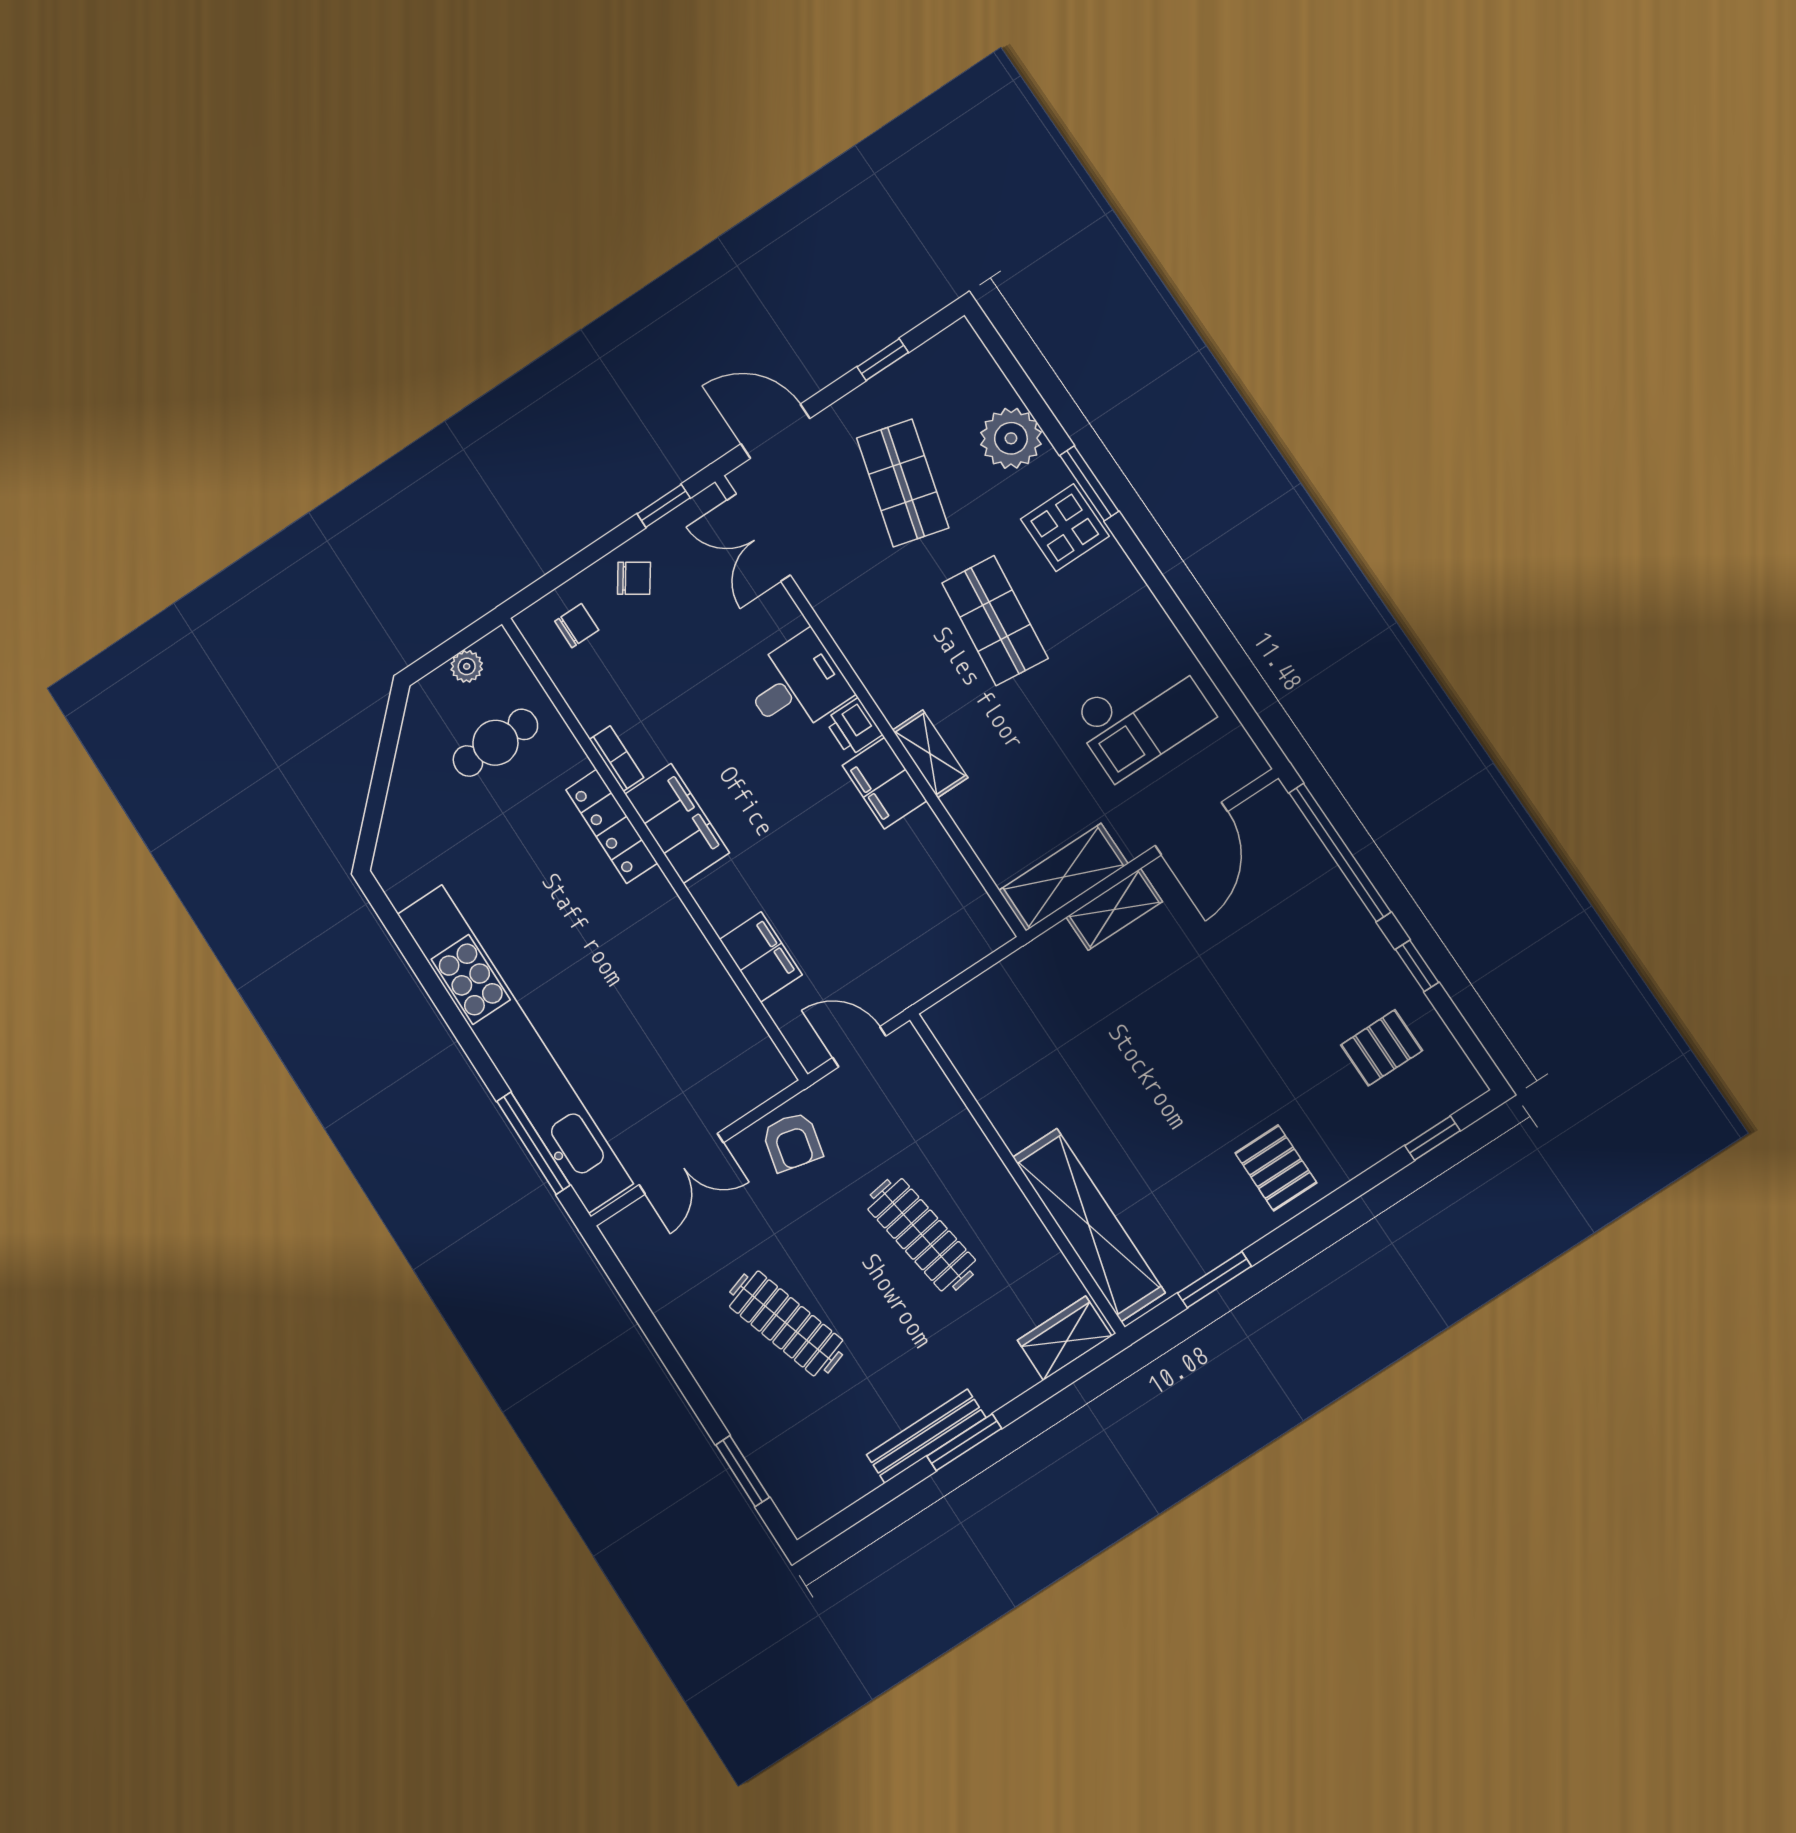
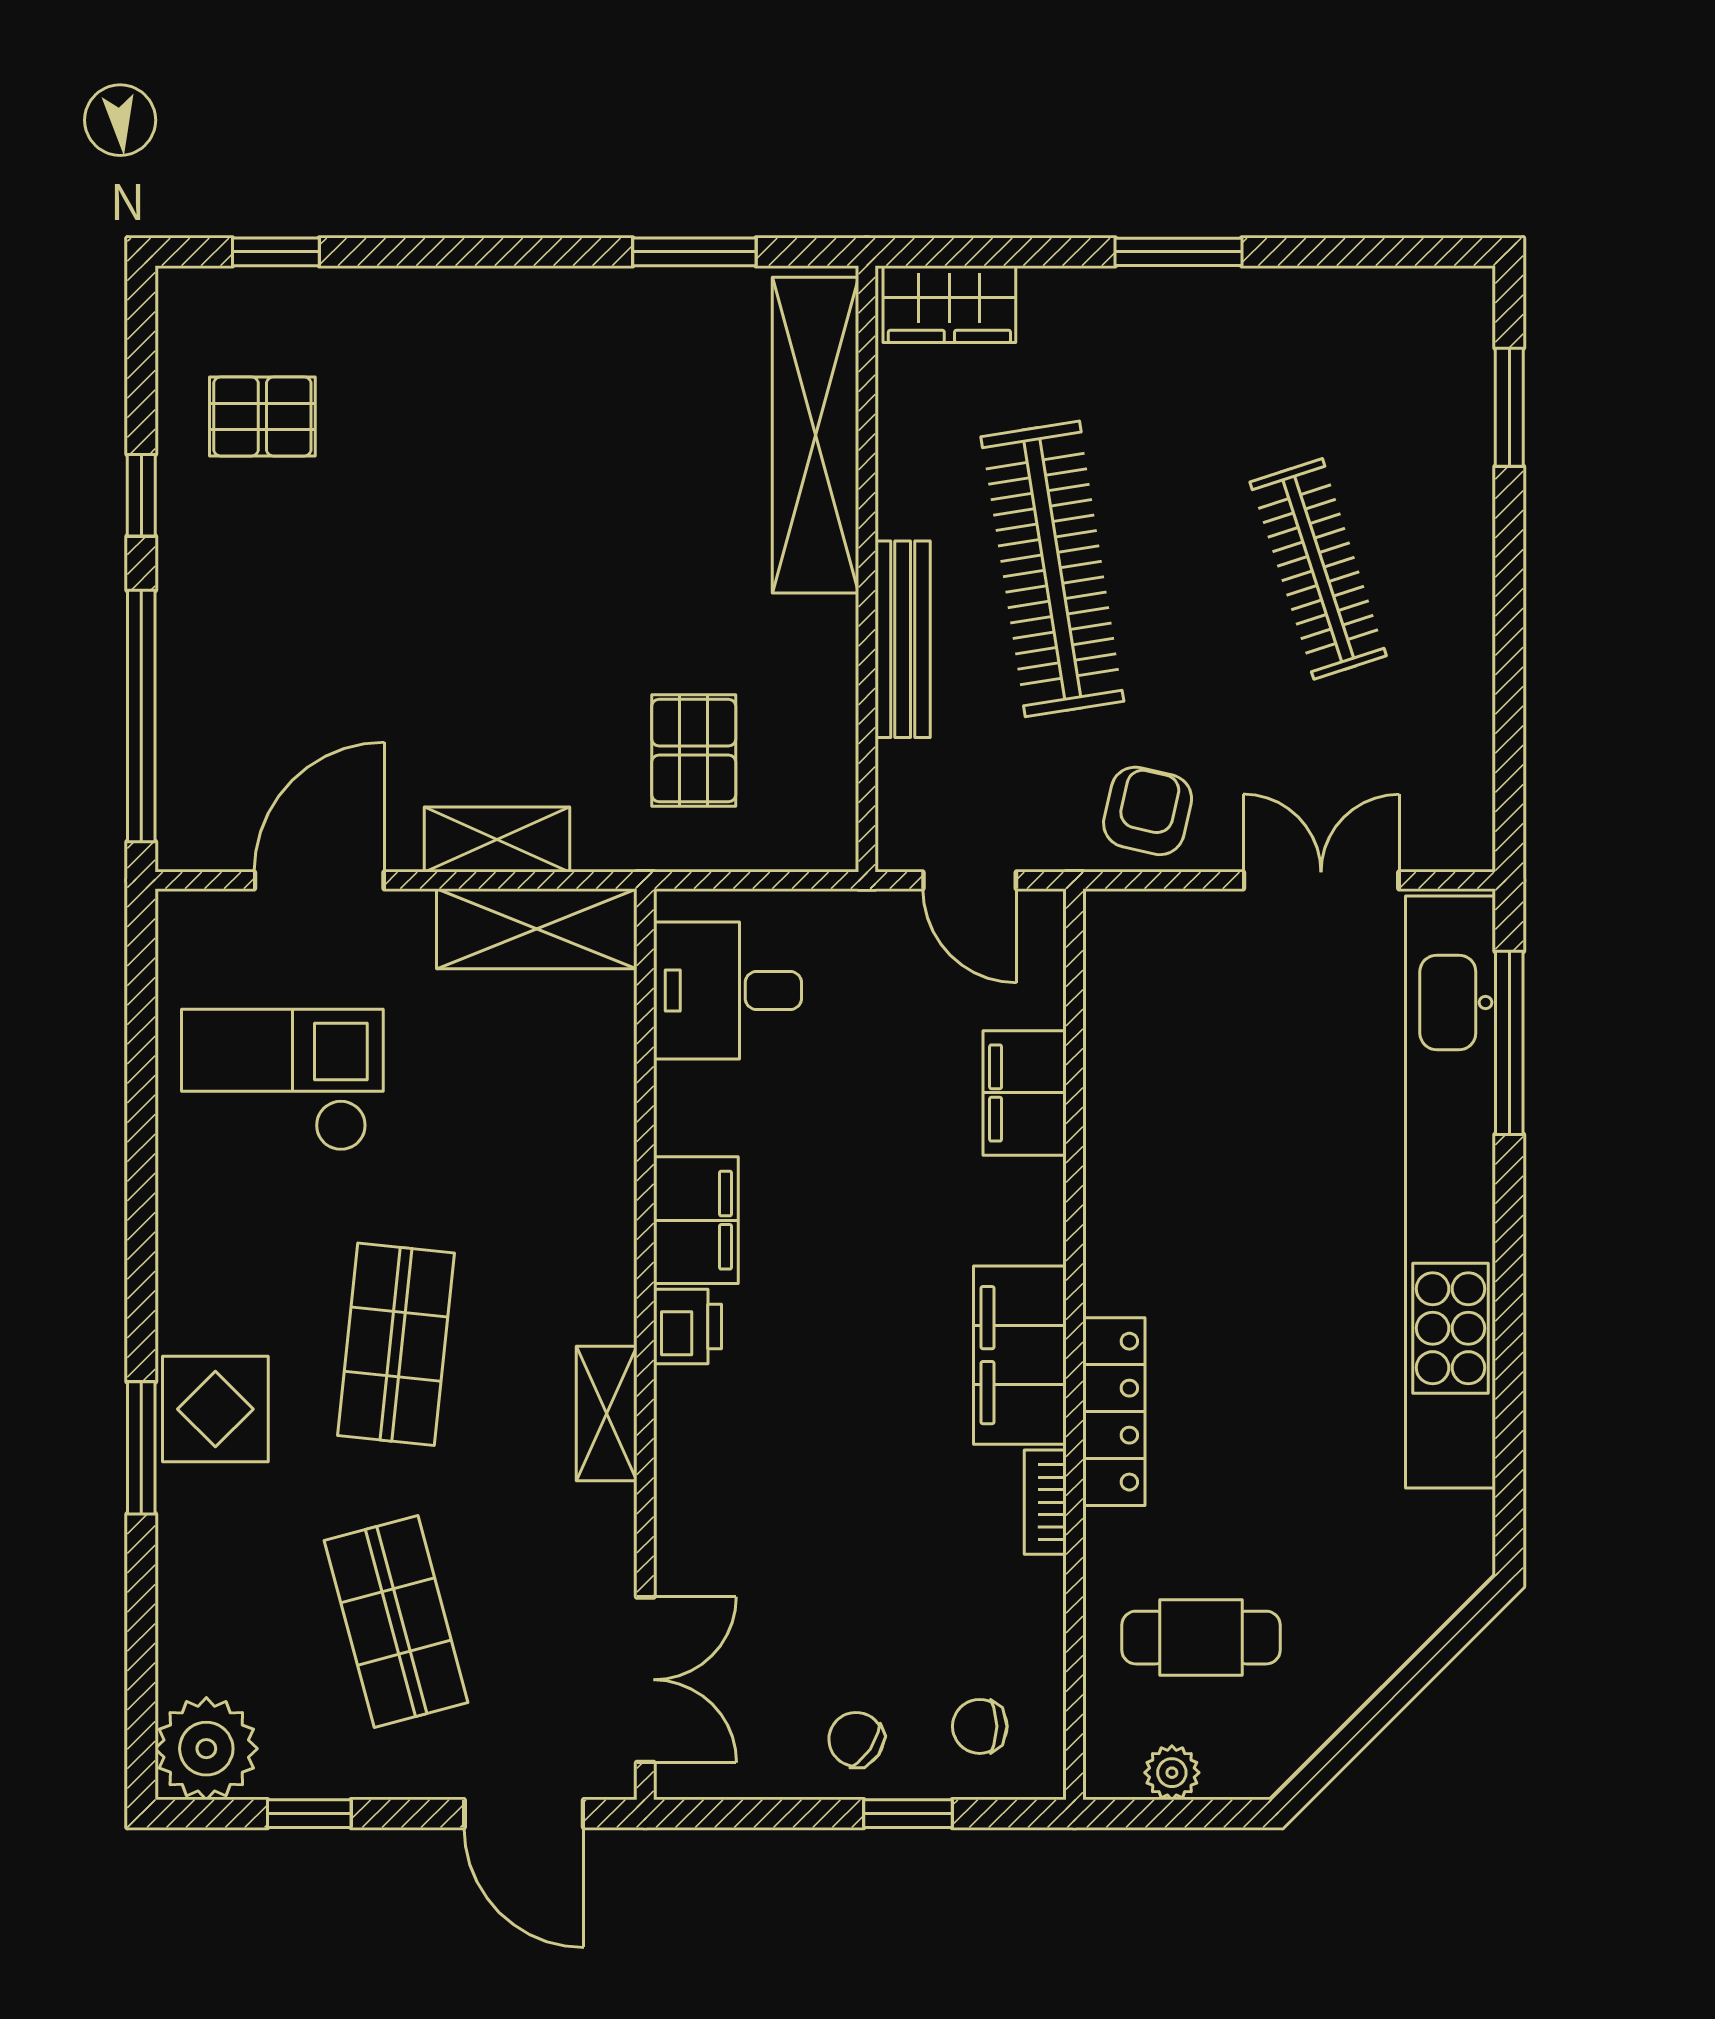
plant: (1011, 438) -> (206, 1749), moved
shop shelf: (903, 483) -> (396, 1622), turned -30
window: (664, 506) -> (908, 1814), moved
desk: (797, 685) -> (728, 990), moved
shelving: (930, 754) -> (607, 1414), moved
pallet: (1276, 1168) -> (694, 750), moved
clothes rail: (922, 1235) -> (1052, 569), width x1.37, depth x1.31
bench: (926, 1436) -> (903, 639), moved, turned 90

